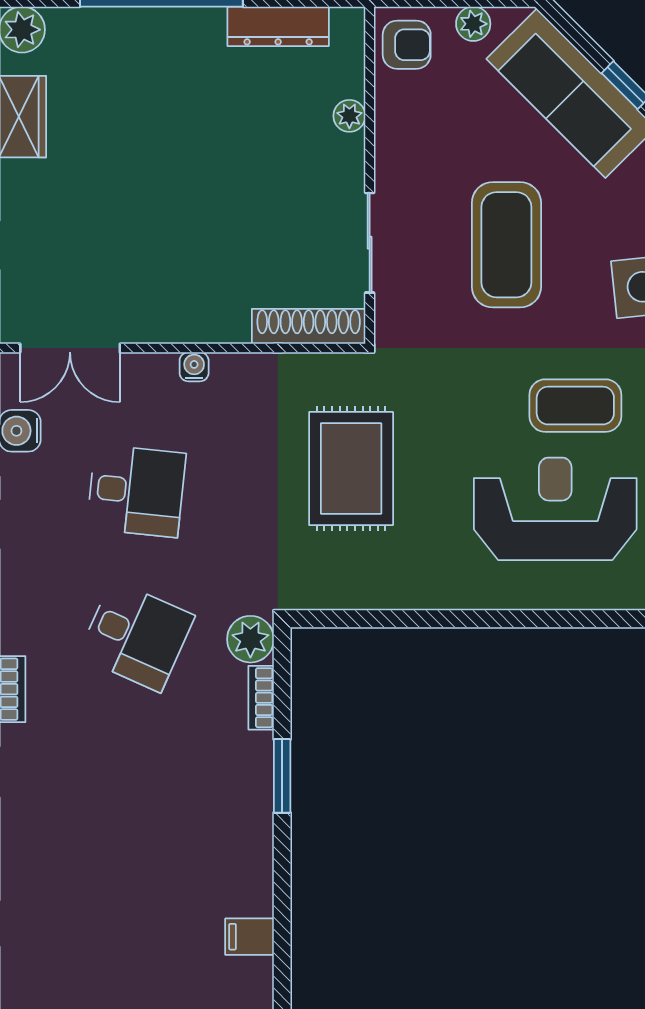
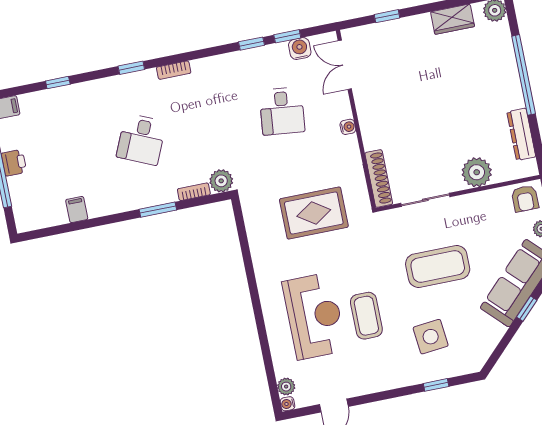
plant: (349, 116) -> (477, 172), width x1.88, depth x1.88
desk: (136, 636) -> (141, 139), moved

